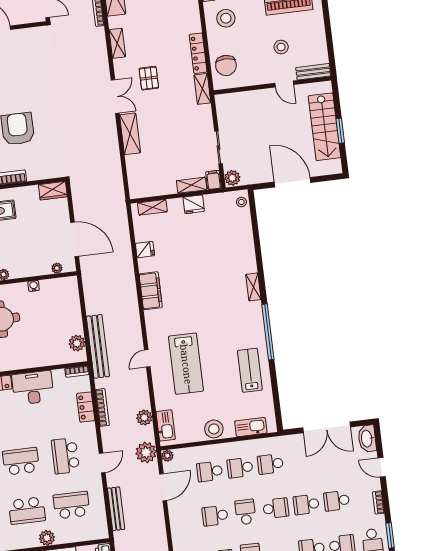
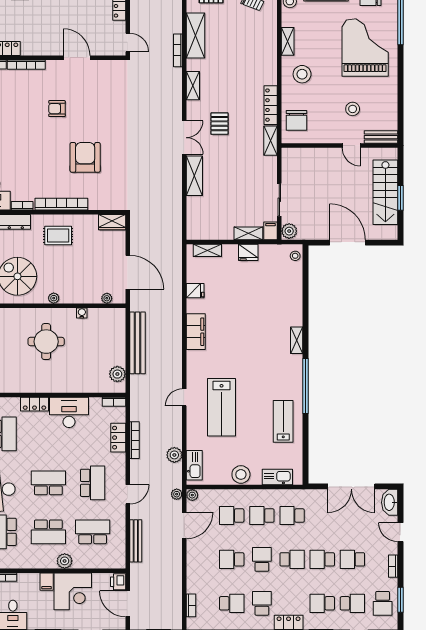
bench: (98, 346) -> (137, 343), moved
plant: (146, 452) -> (177, 494), width x0.53, depth x0.53
school desk: (65, 456) -> (93, 483), turned 180

